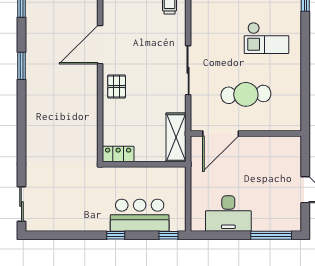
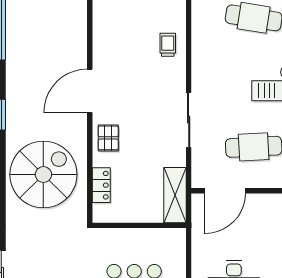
spiral stairs: (59, 119) -> (43, 175), added
locker: (118, 154) -> (101, 185), moved, turned 90

